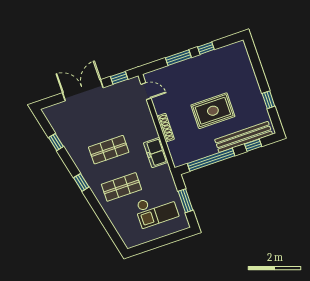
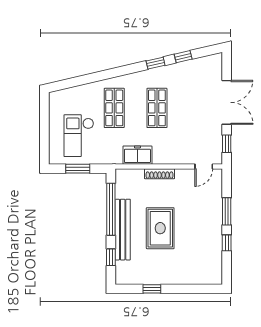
bench: (244, 137) -> (123, 230), moved
window: (81, 182) -> (156, 63), moved

